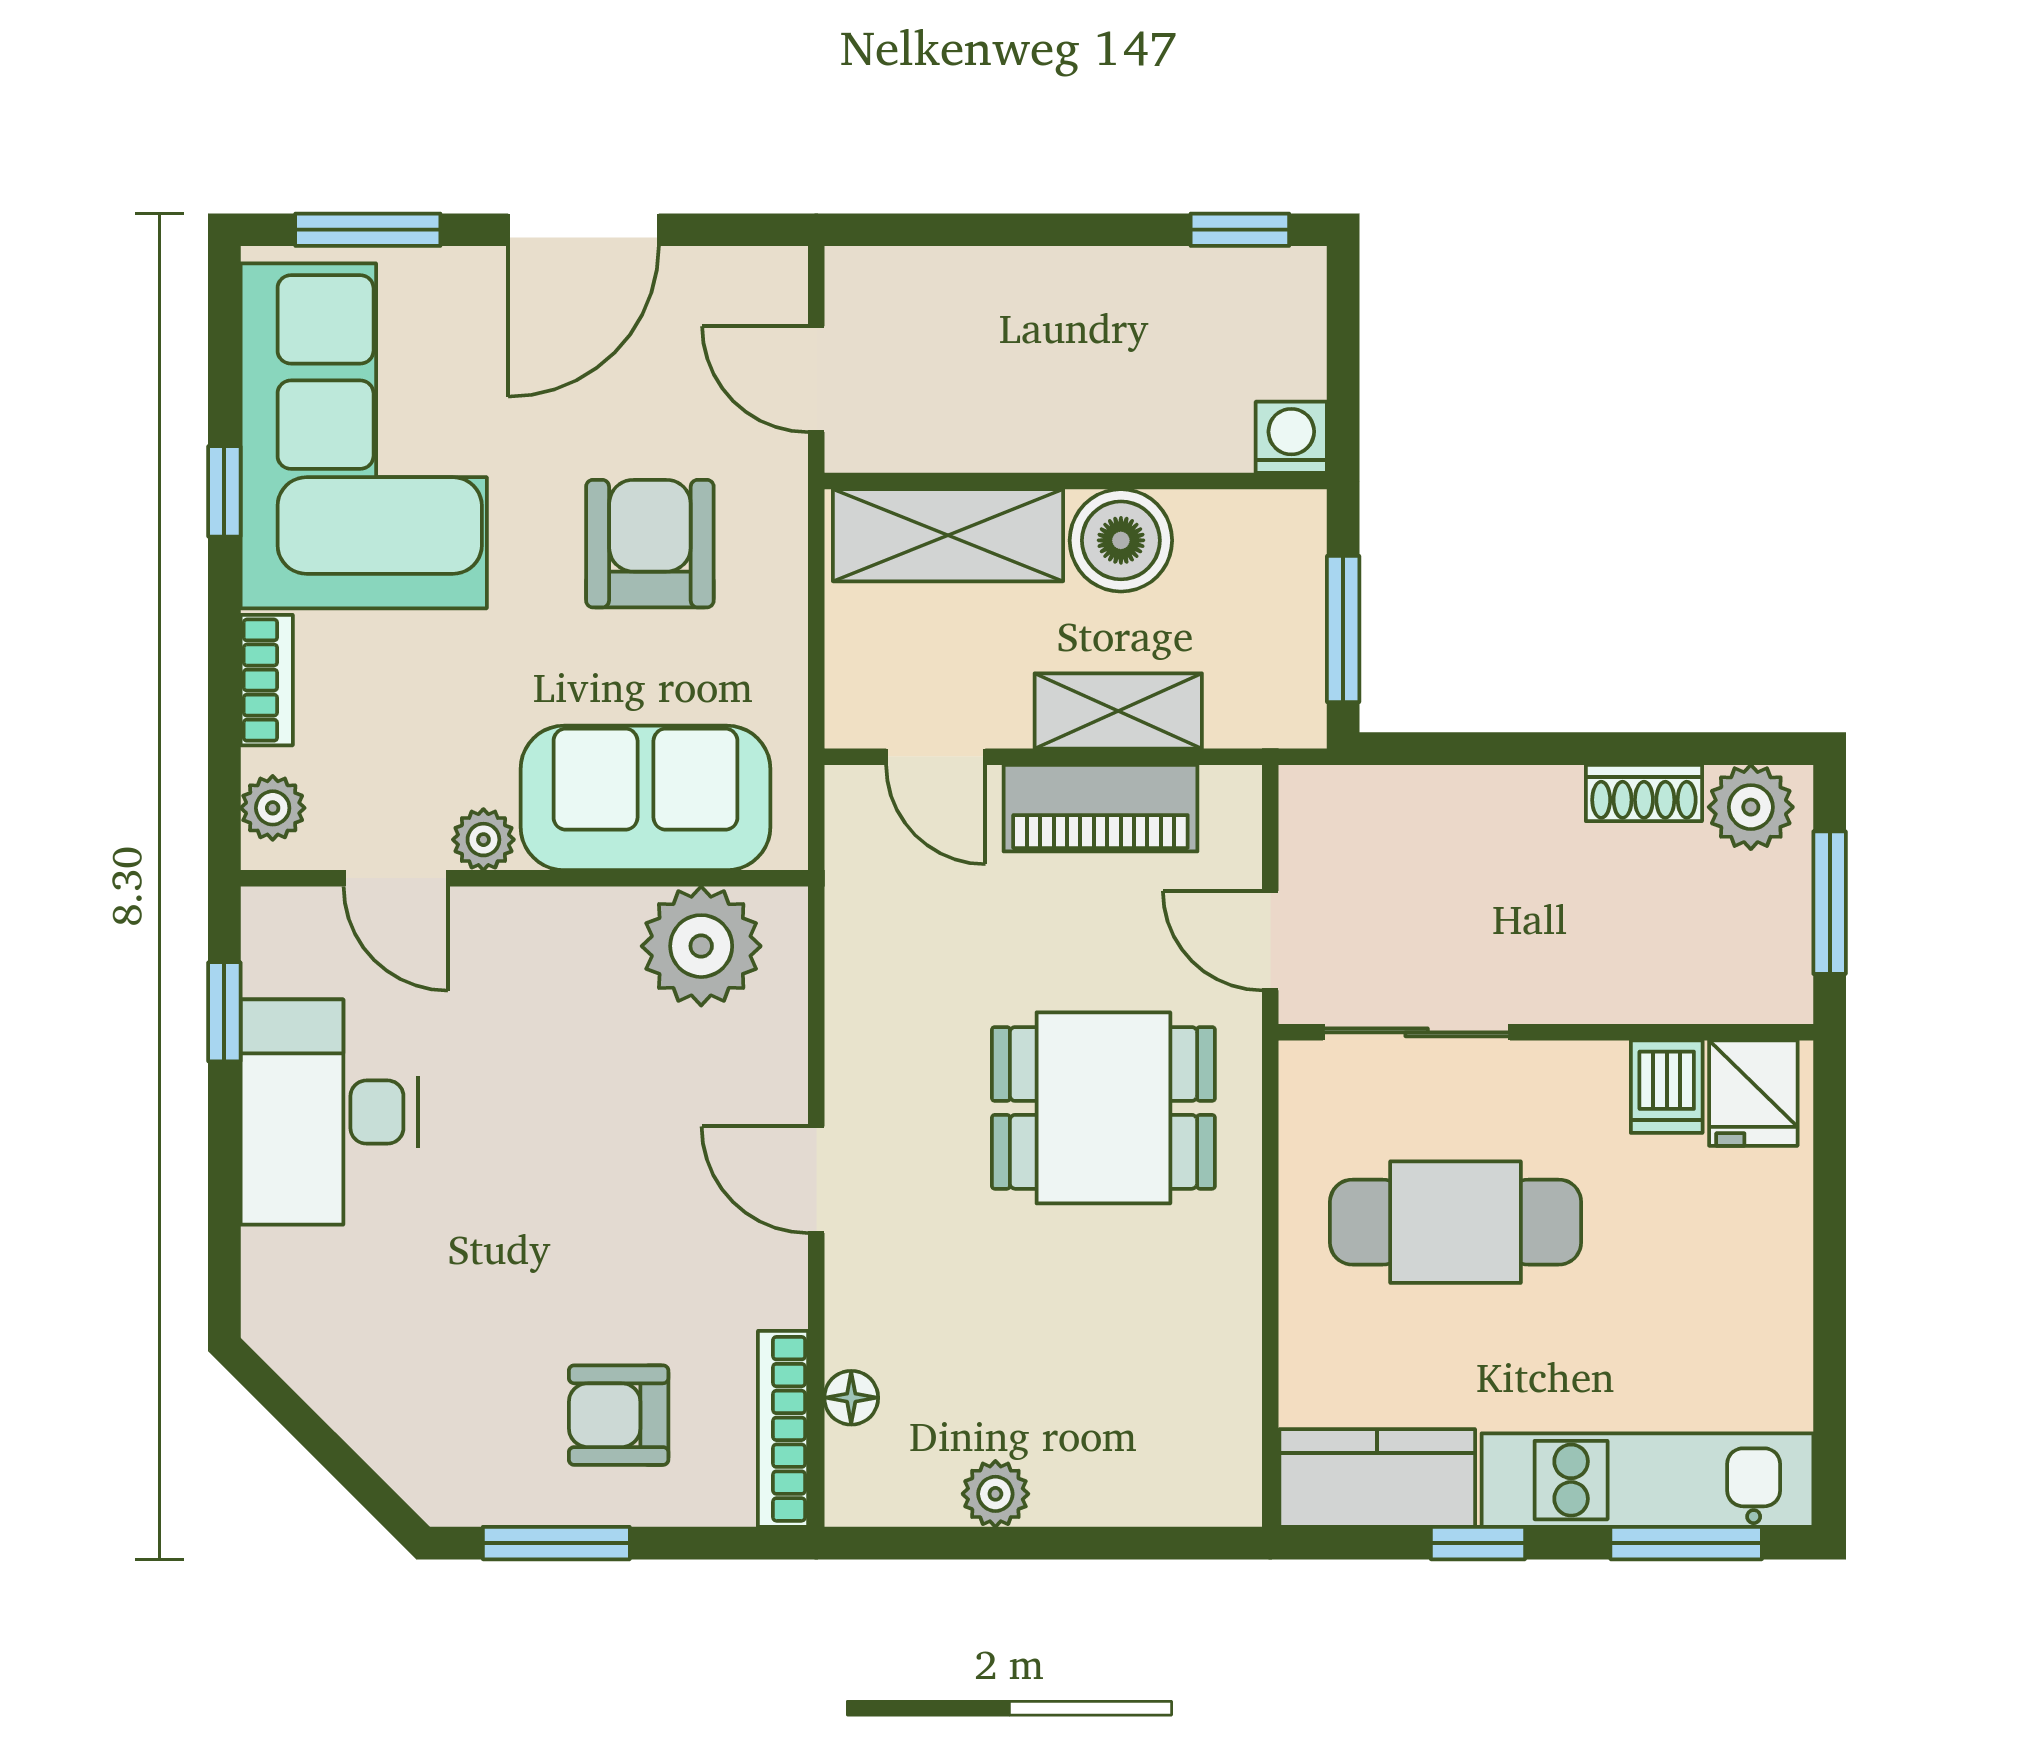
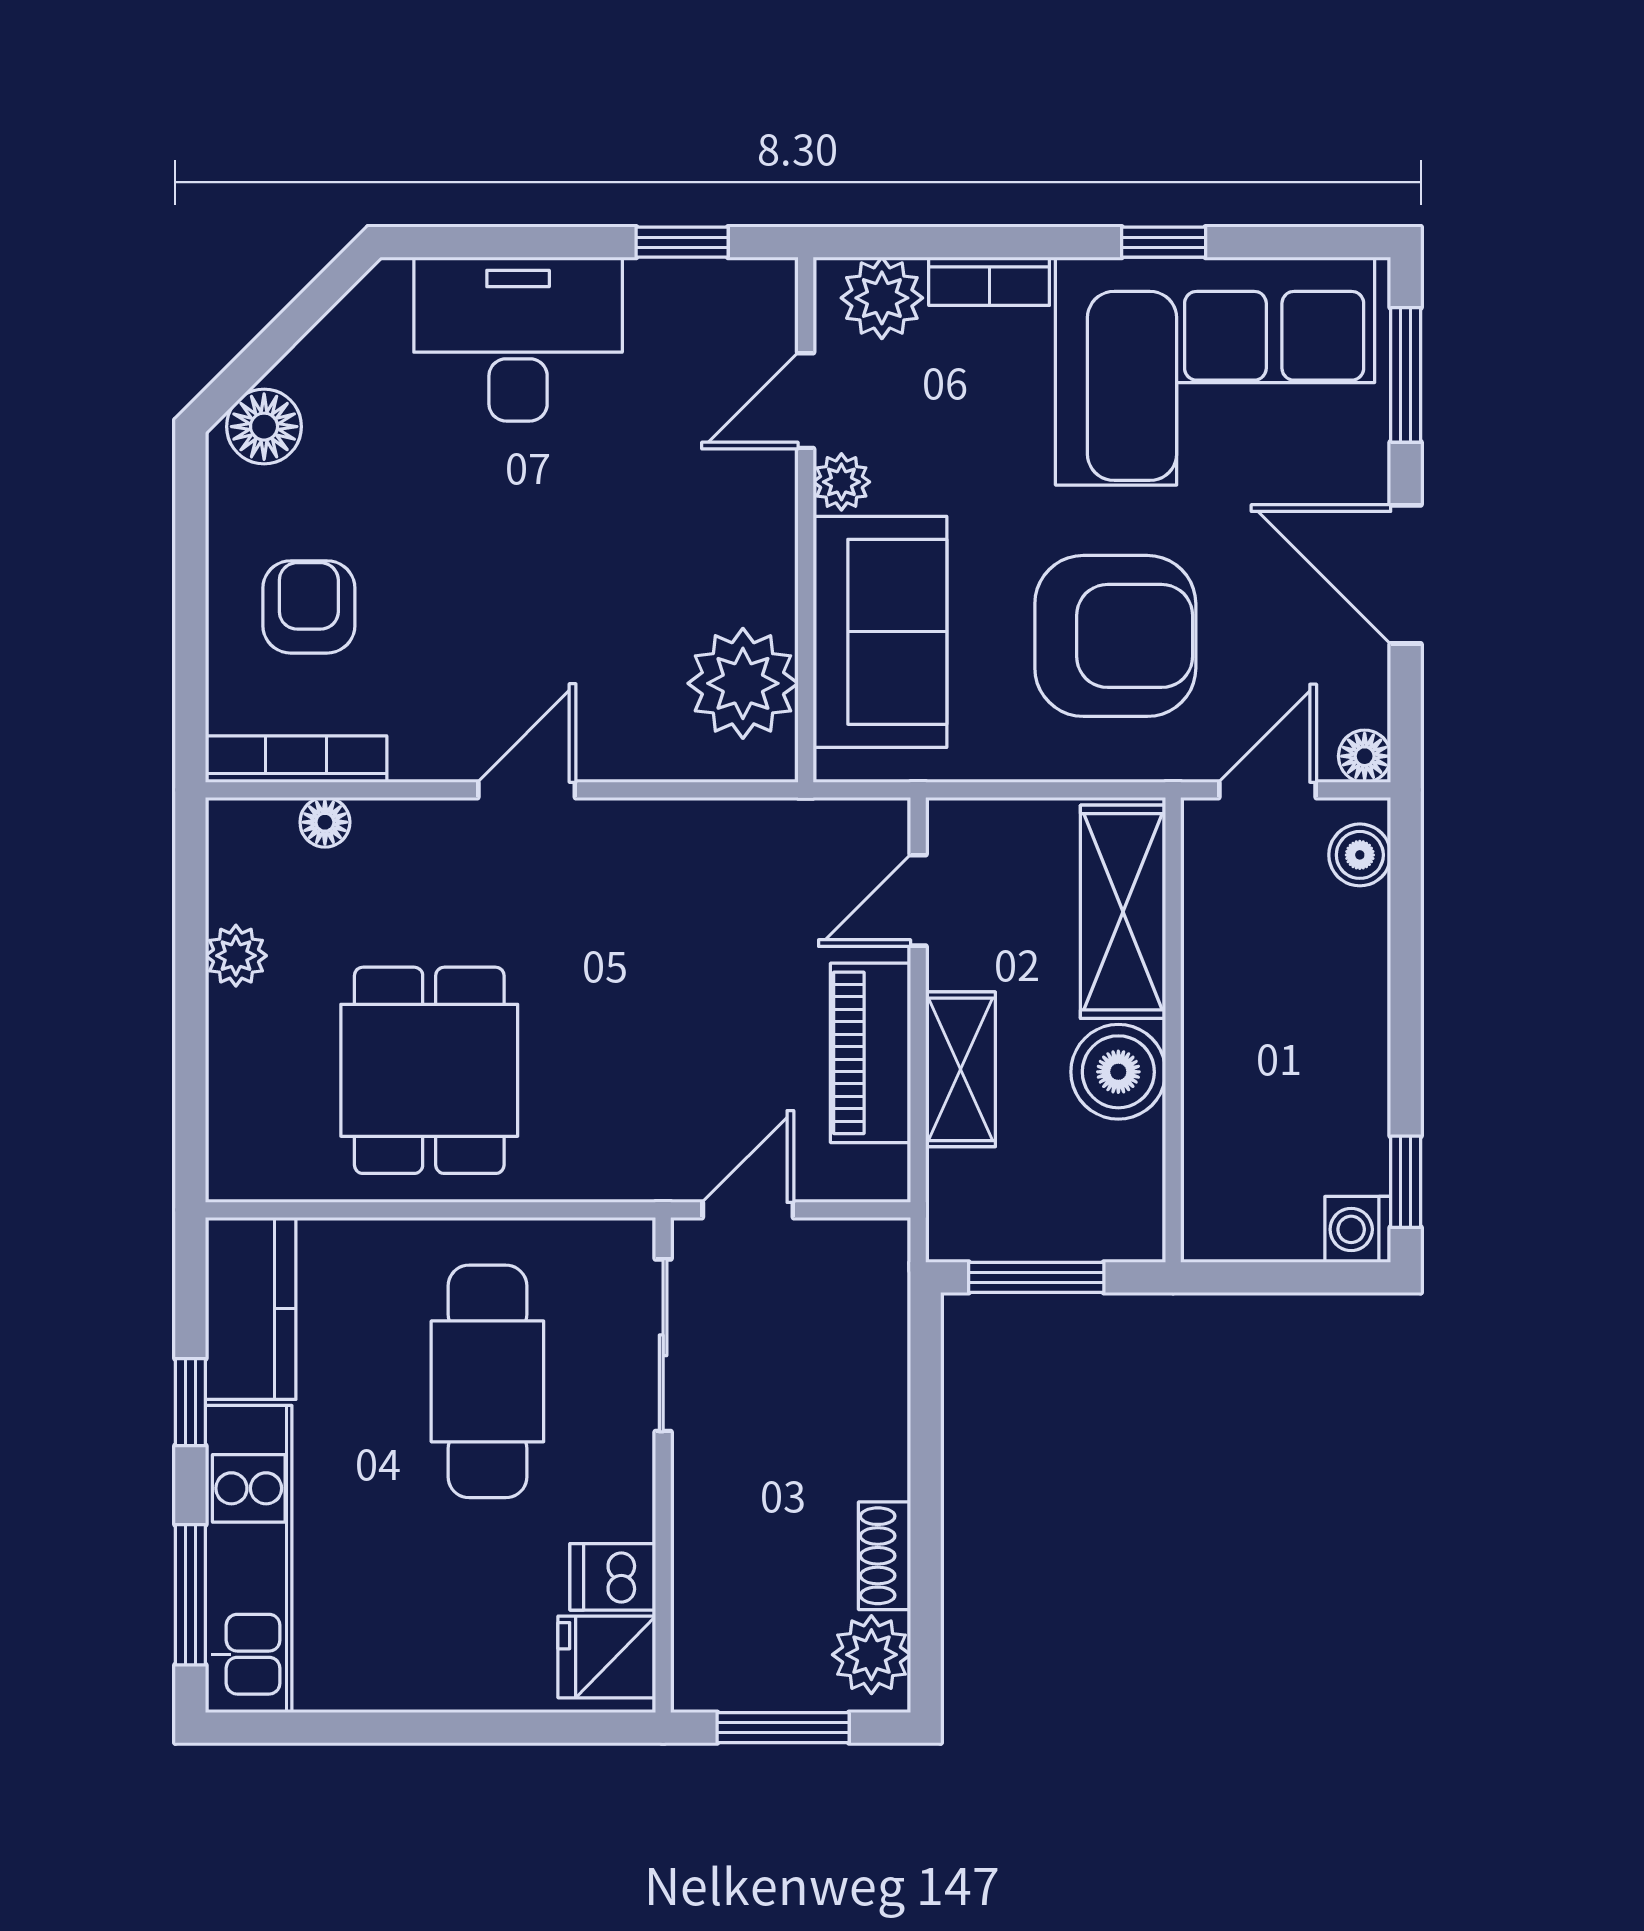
floor lamp: (780, 274) -> (1365, 756), added
boiler: (887, 279) -> (1360, 855), added
washing machine: (1291, 437) -> (1358, 1229), moved, turned 180
armchair: (650, 544) -> (1115, 636), width x1.36, depth x1.36
plant: (273, 808) -> (882, 298), width x1.38, depth x1.38
dining table: (1103, 1108) -> (429, 1070), moved
desk: (329, 1112) -> (518, 339), moved
floor lamp: (424, 1464) -> (264, 427), added
window: (556, 1543) -> (190, 549), removed

